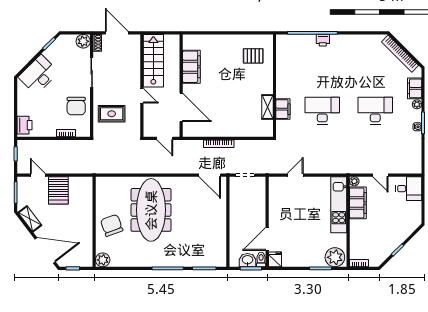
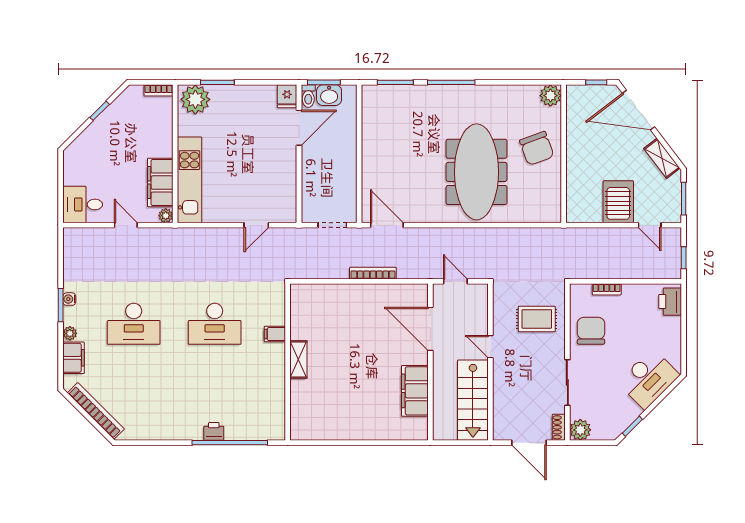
pallet: (253, 56) -> (320, 408), removed
shelving: (267, 107) -> (298, 359), moved
filing cabinet: (283, 109) -> (275, 334), width x0.50

